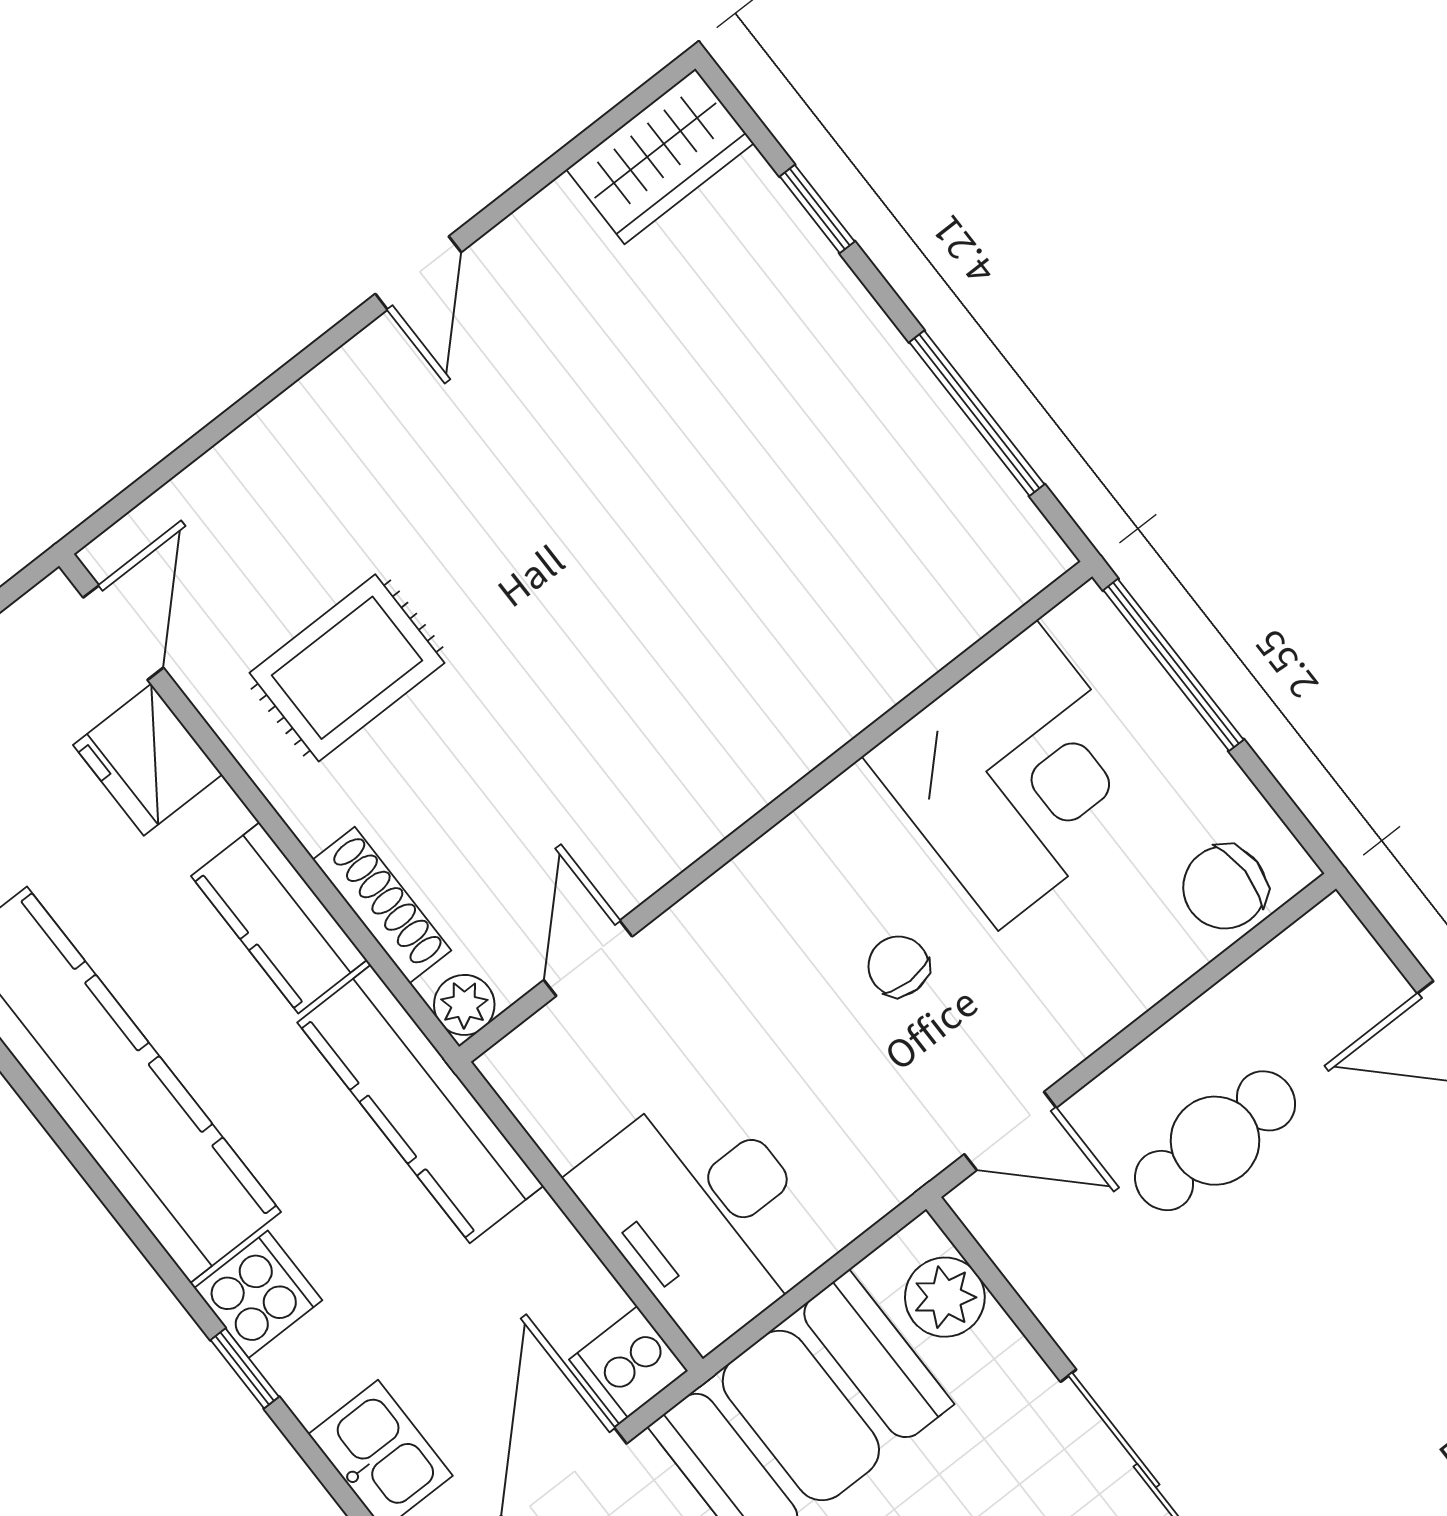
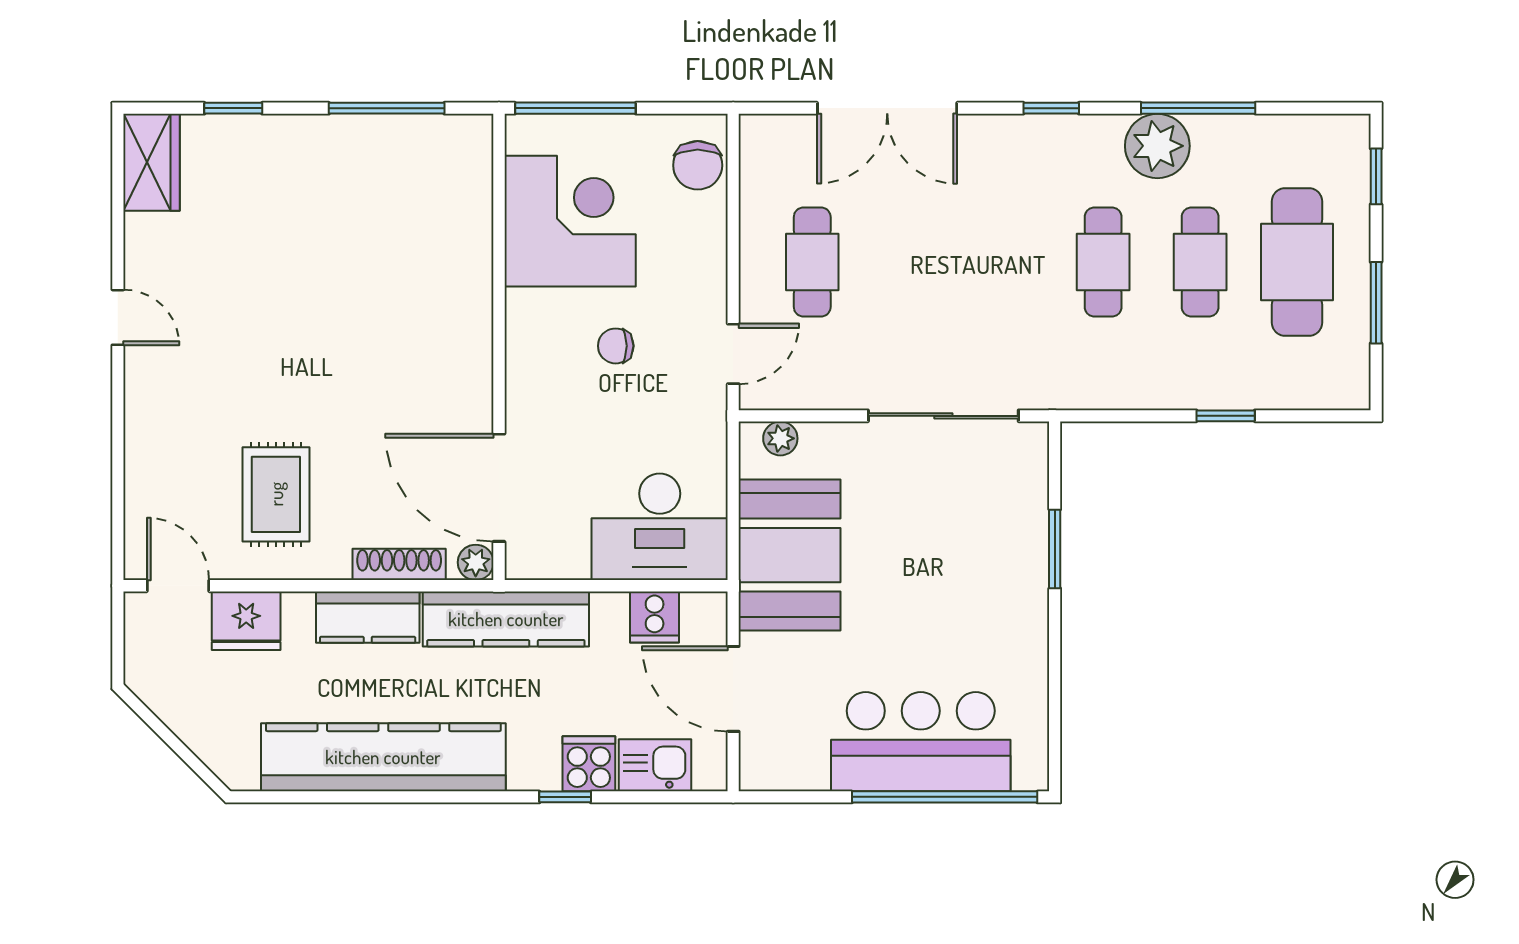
door: (588, 958) -> (499, 488), width x1.87
cooker: (258, 1294) -> (589, 764), moved
plant: (945, 1297) -> (780, 438), width x0.73, depth x0.73
cooker: (629, 1365) -> (655, 617), moved

